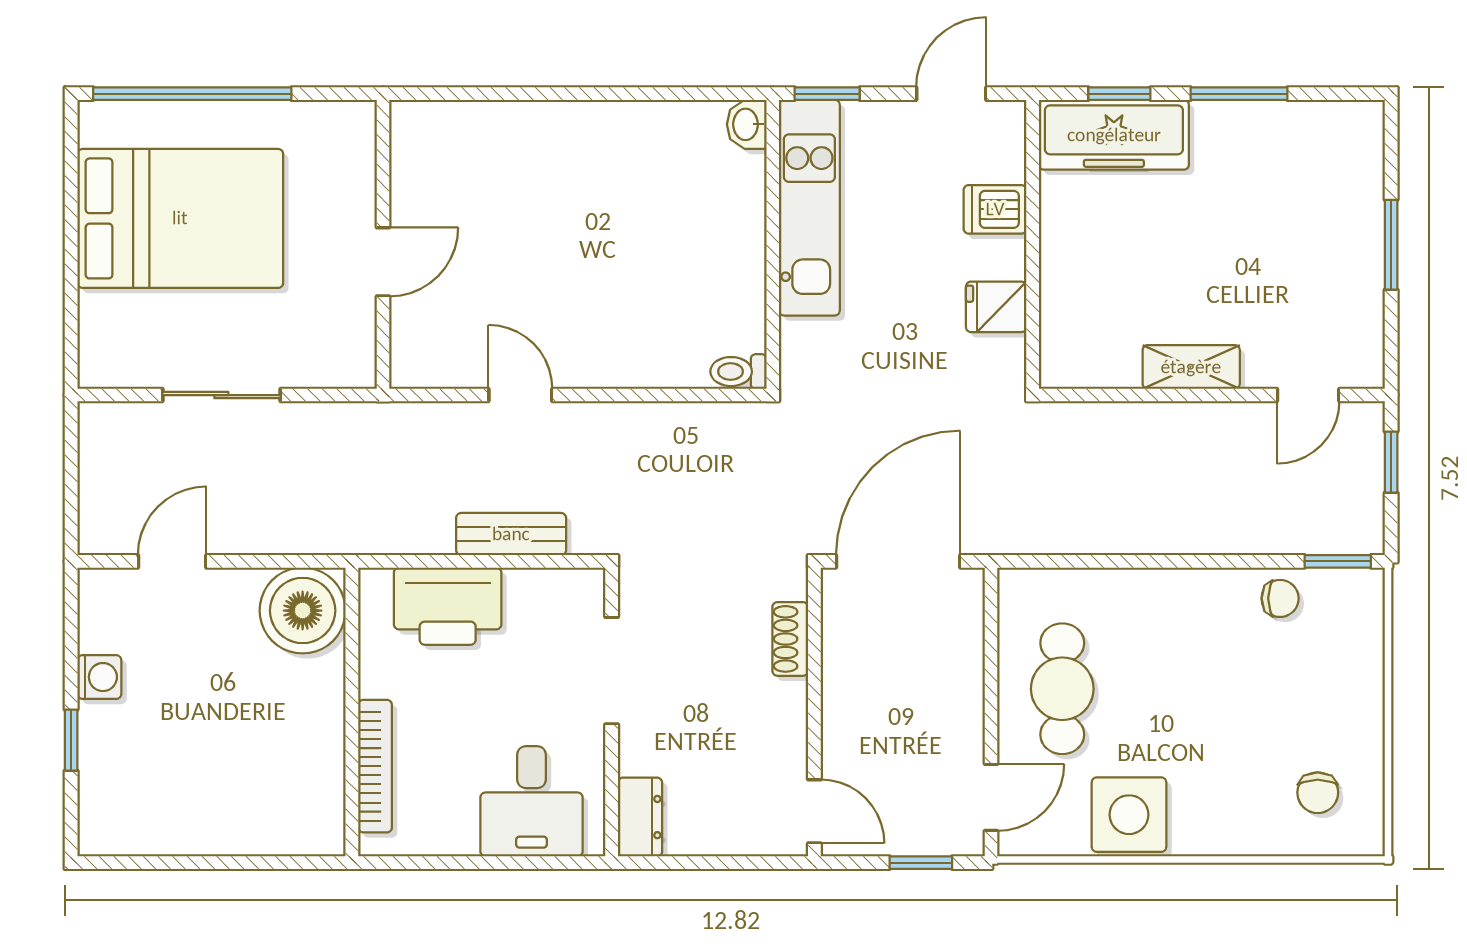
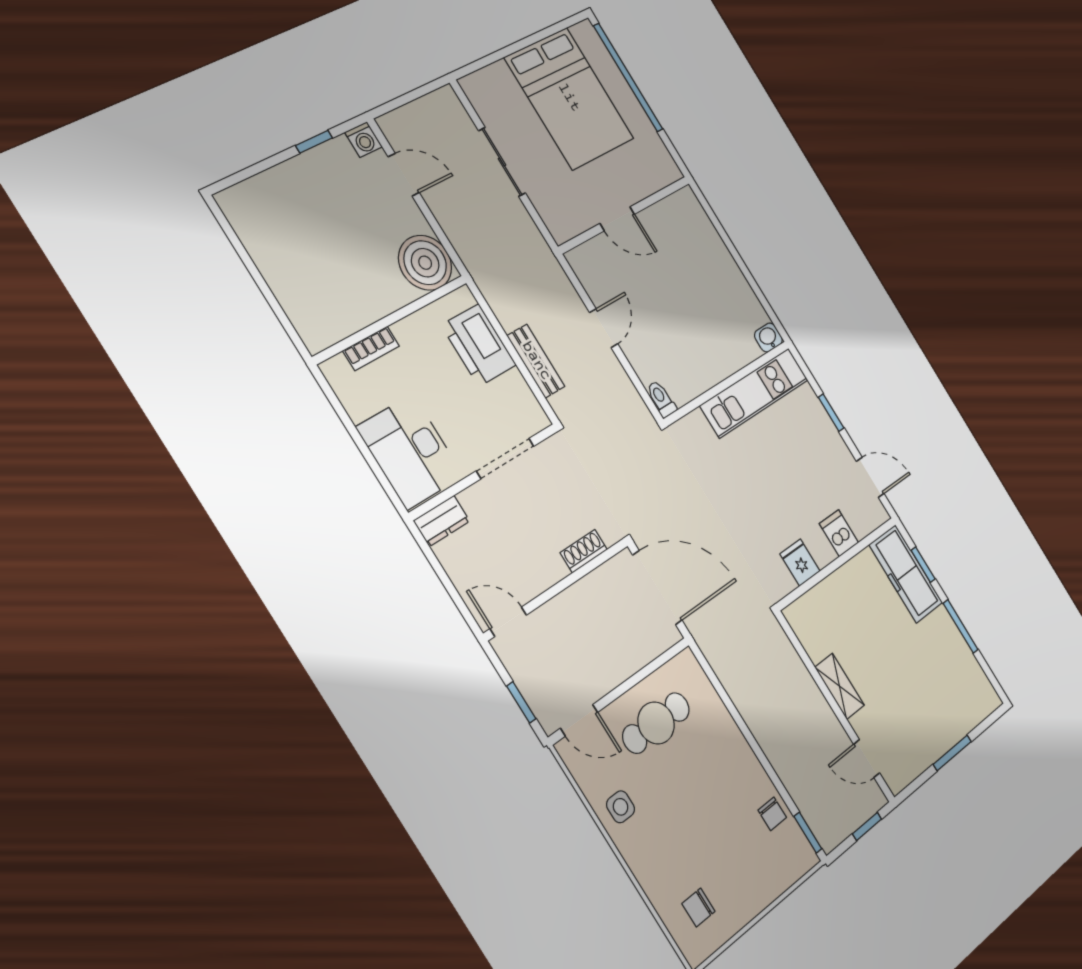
washbasin: (747, 124) -> (768, 337), moved
kitchen unit: (809, 208) -> (755, 393), moved
wall: (773, 244) -> (727, 383), moved
toilet: (738, 372) -> (661, 399), moved
washing machine: (99, 677) -> (363, 140), moved
window: (71, 740) -> (314, 142), moved
bookcase: (375, 766) -> (371, 348), width x0.64
desk: (532, 801) -> (410, 452), width x1.37
door: (814, 811) -> (508, 622), swing flipped
side table: (1129, 815) -> (621, 807), width x0.54, depth x0.54

